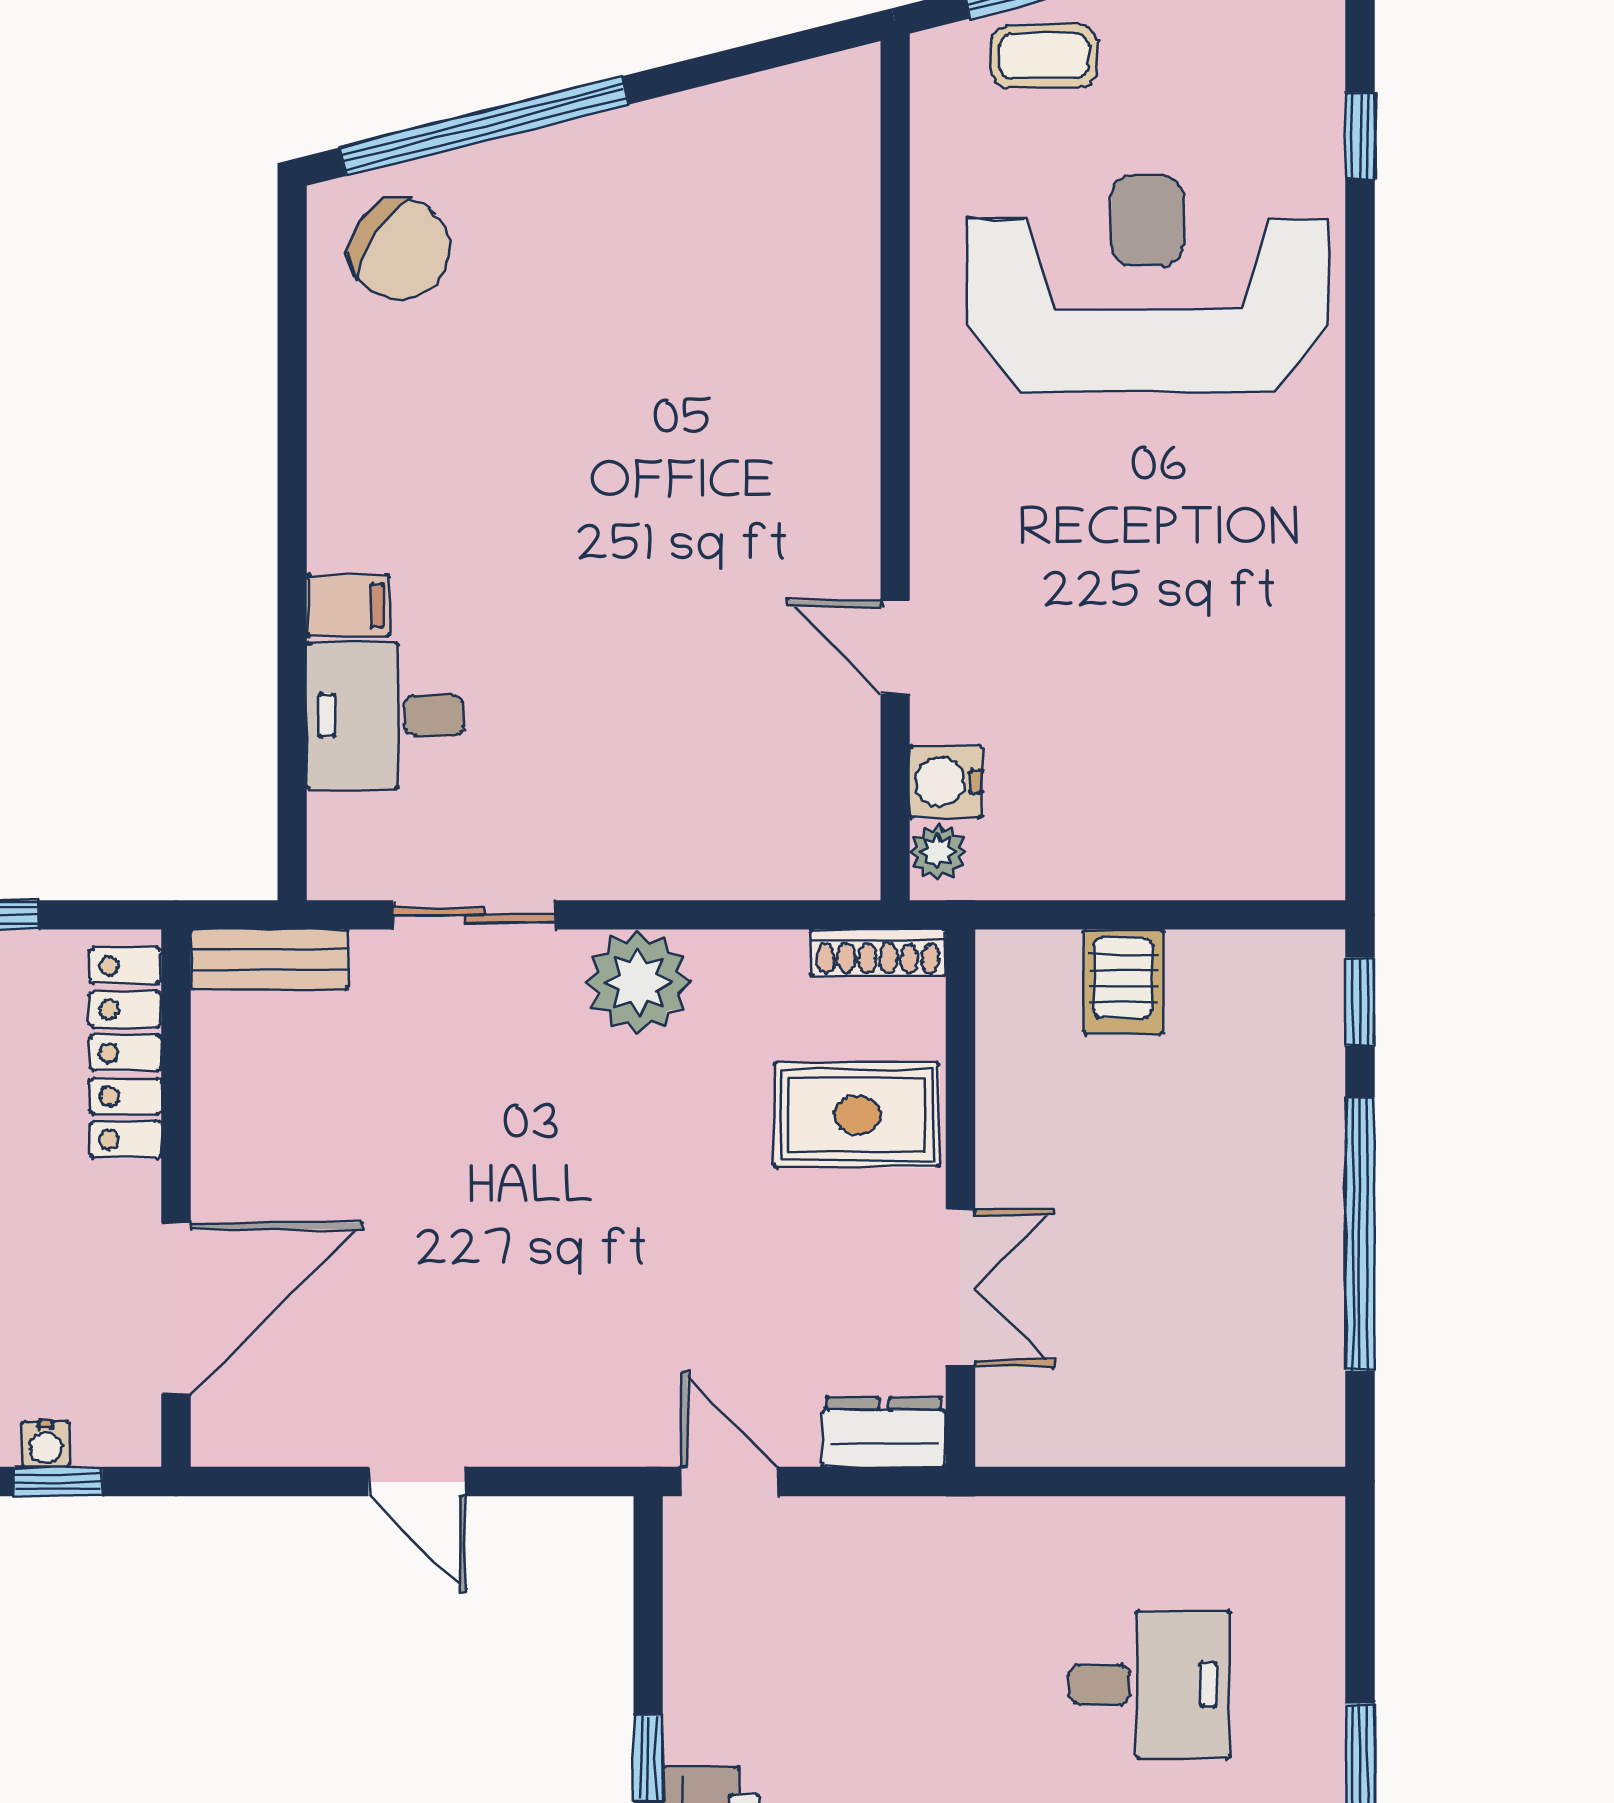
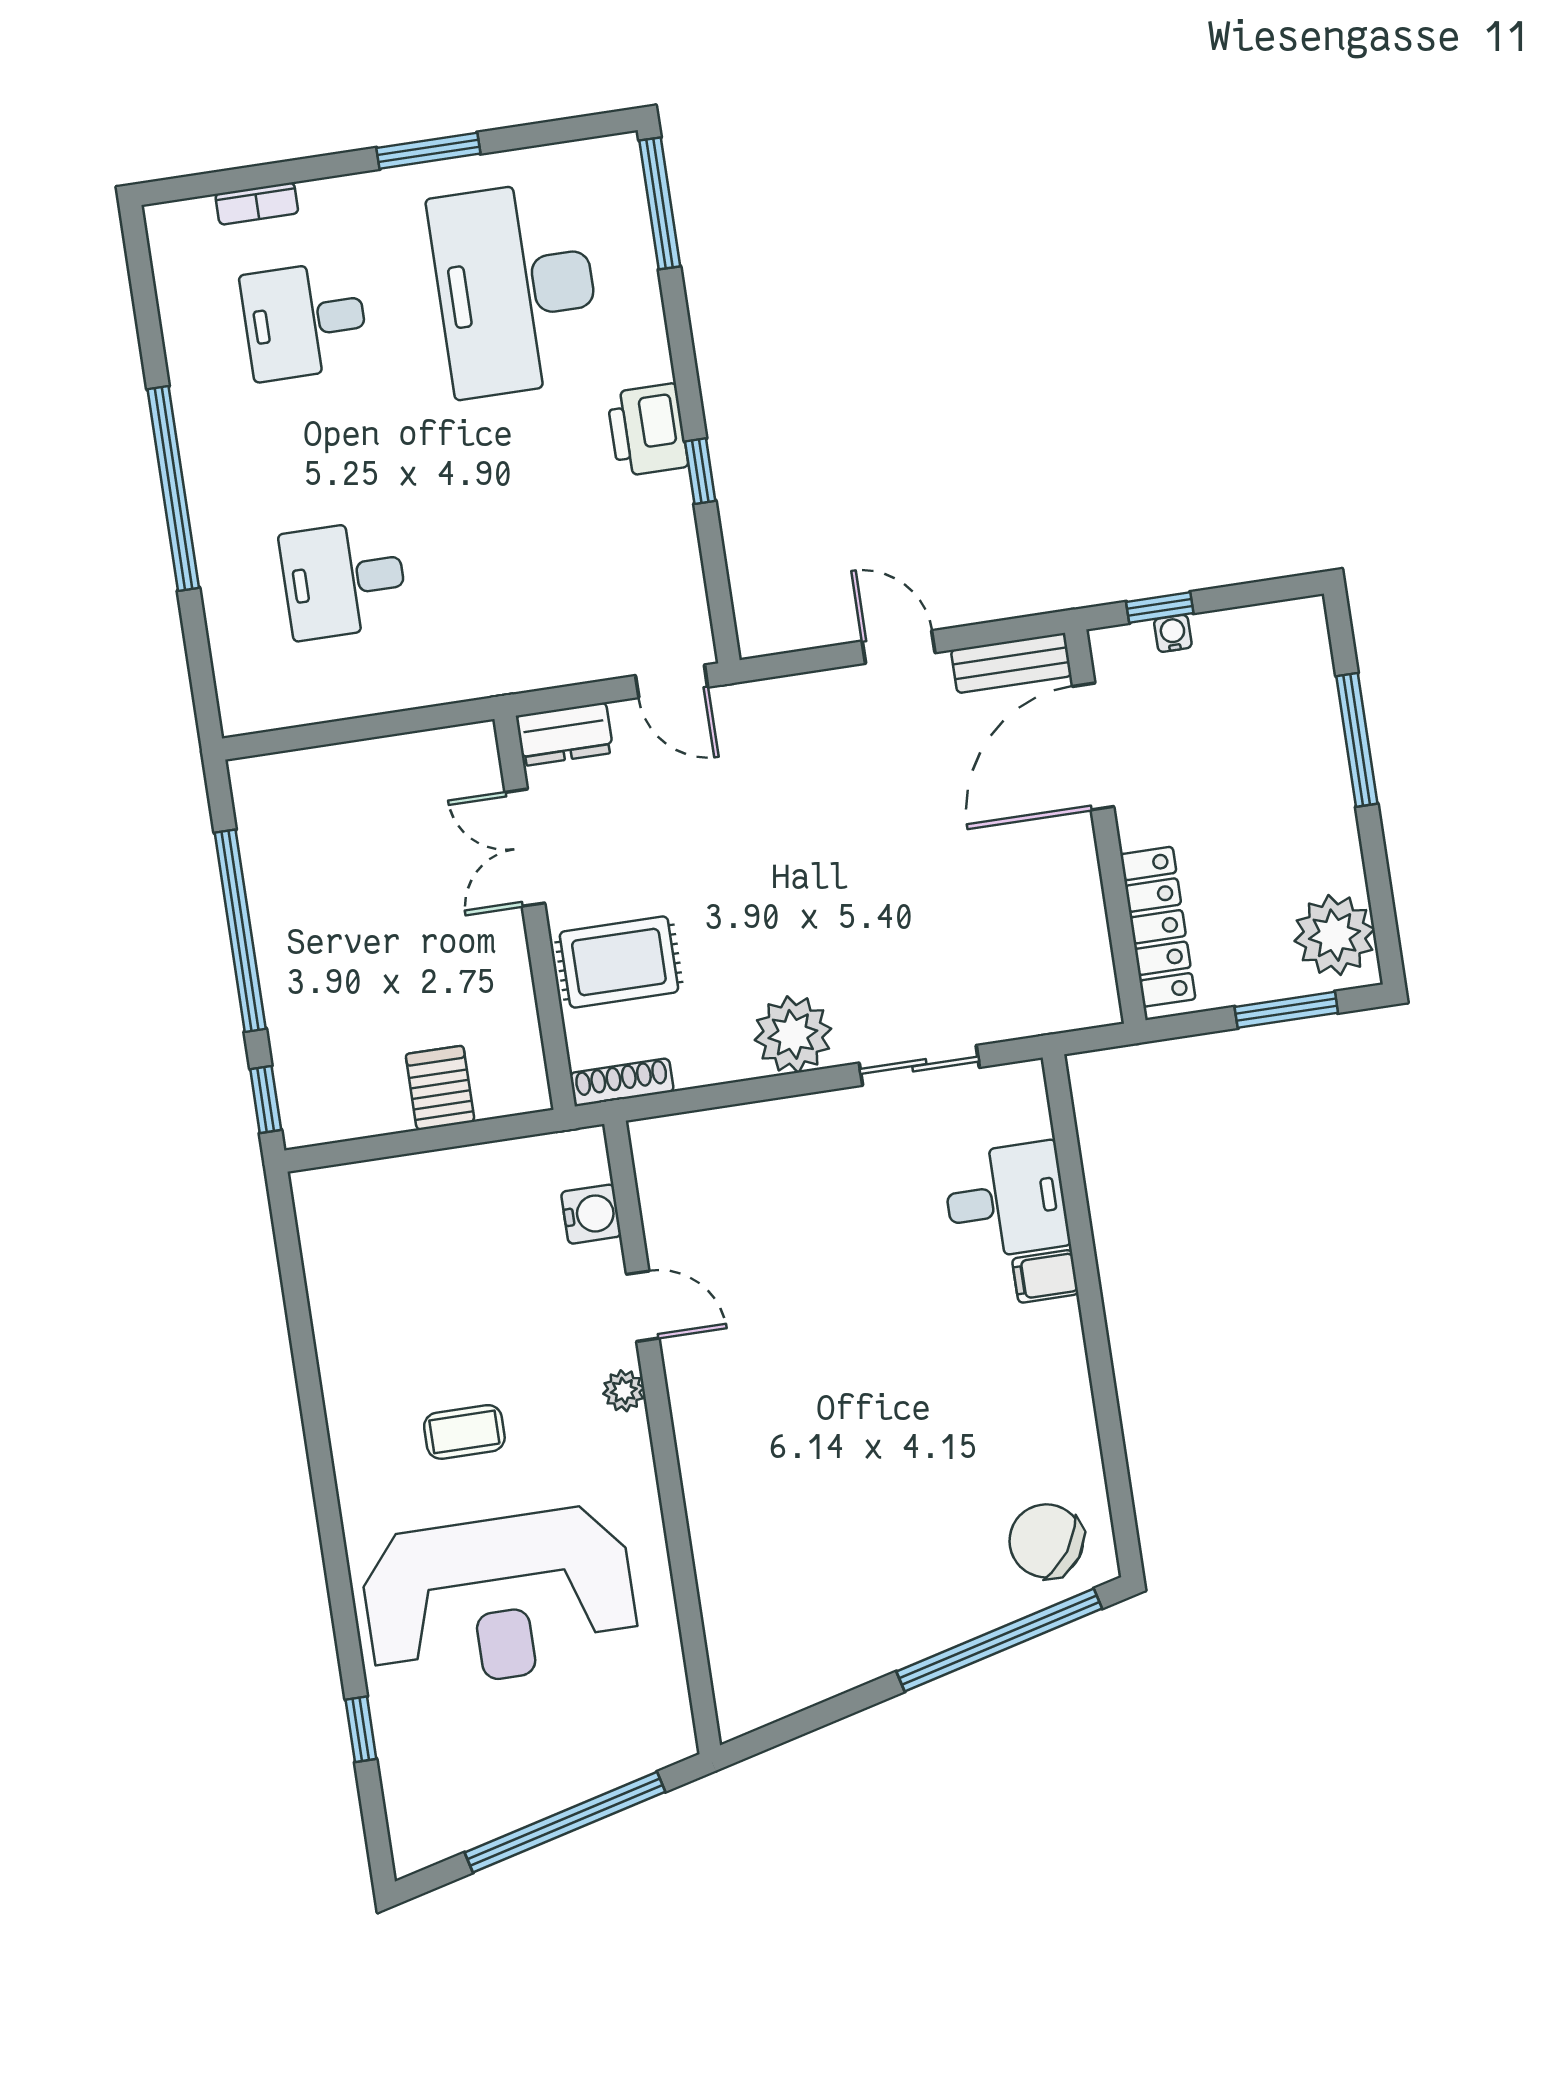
coffee table: (1044, 56) -> (464, 1432), moved
plant: (938, 852) -> (624, 1391), moved
bench: (269, 959) -> (1011, 663), moved

